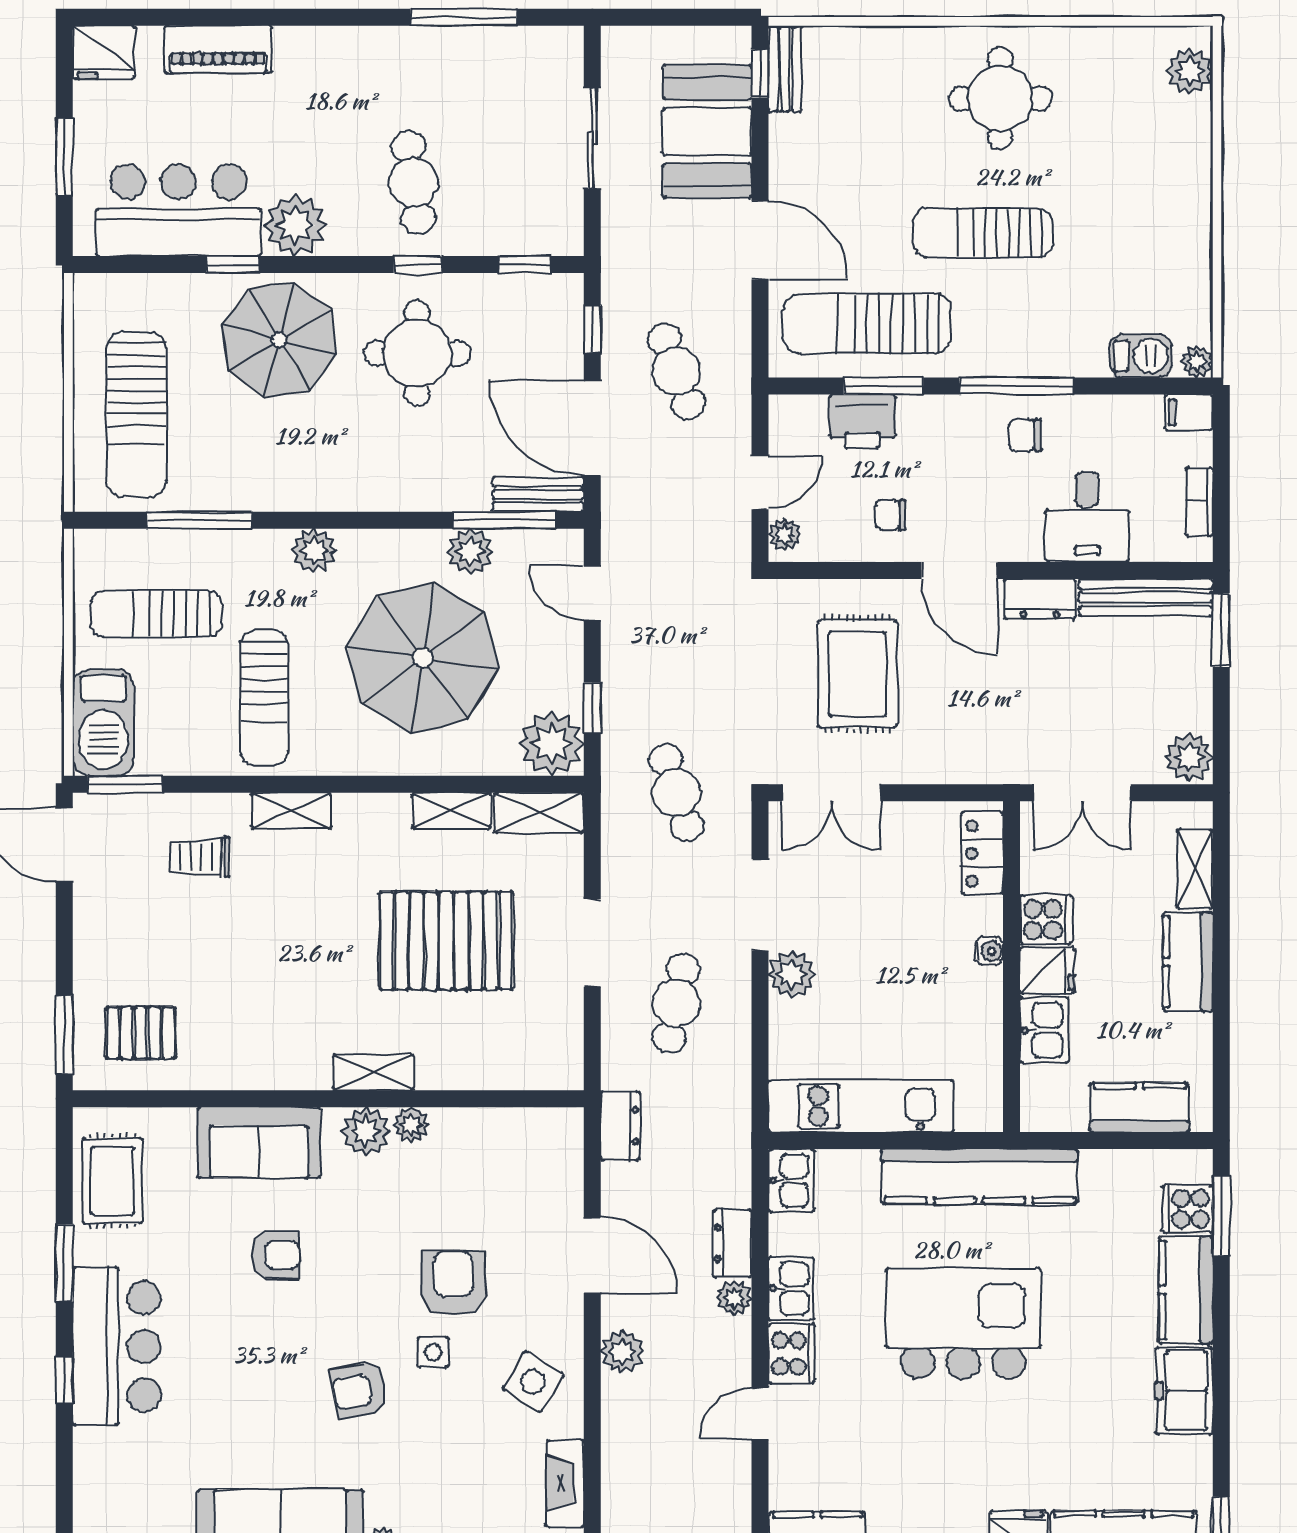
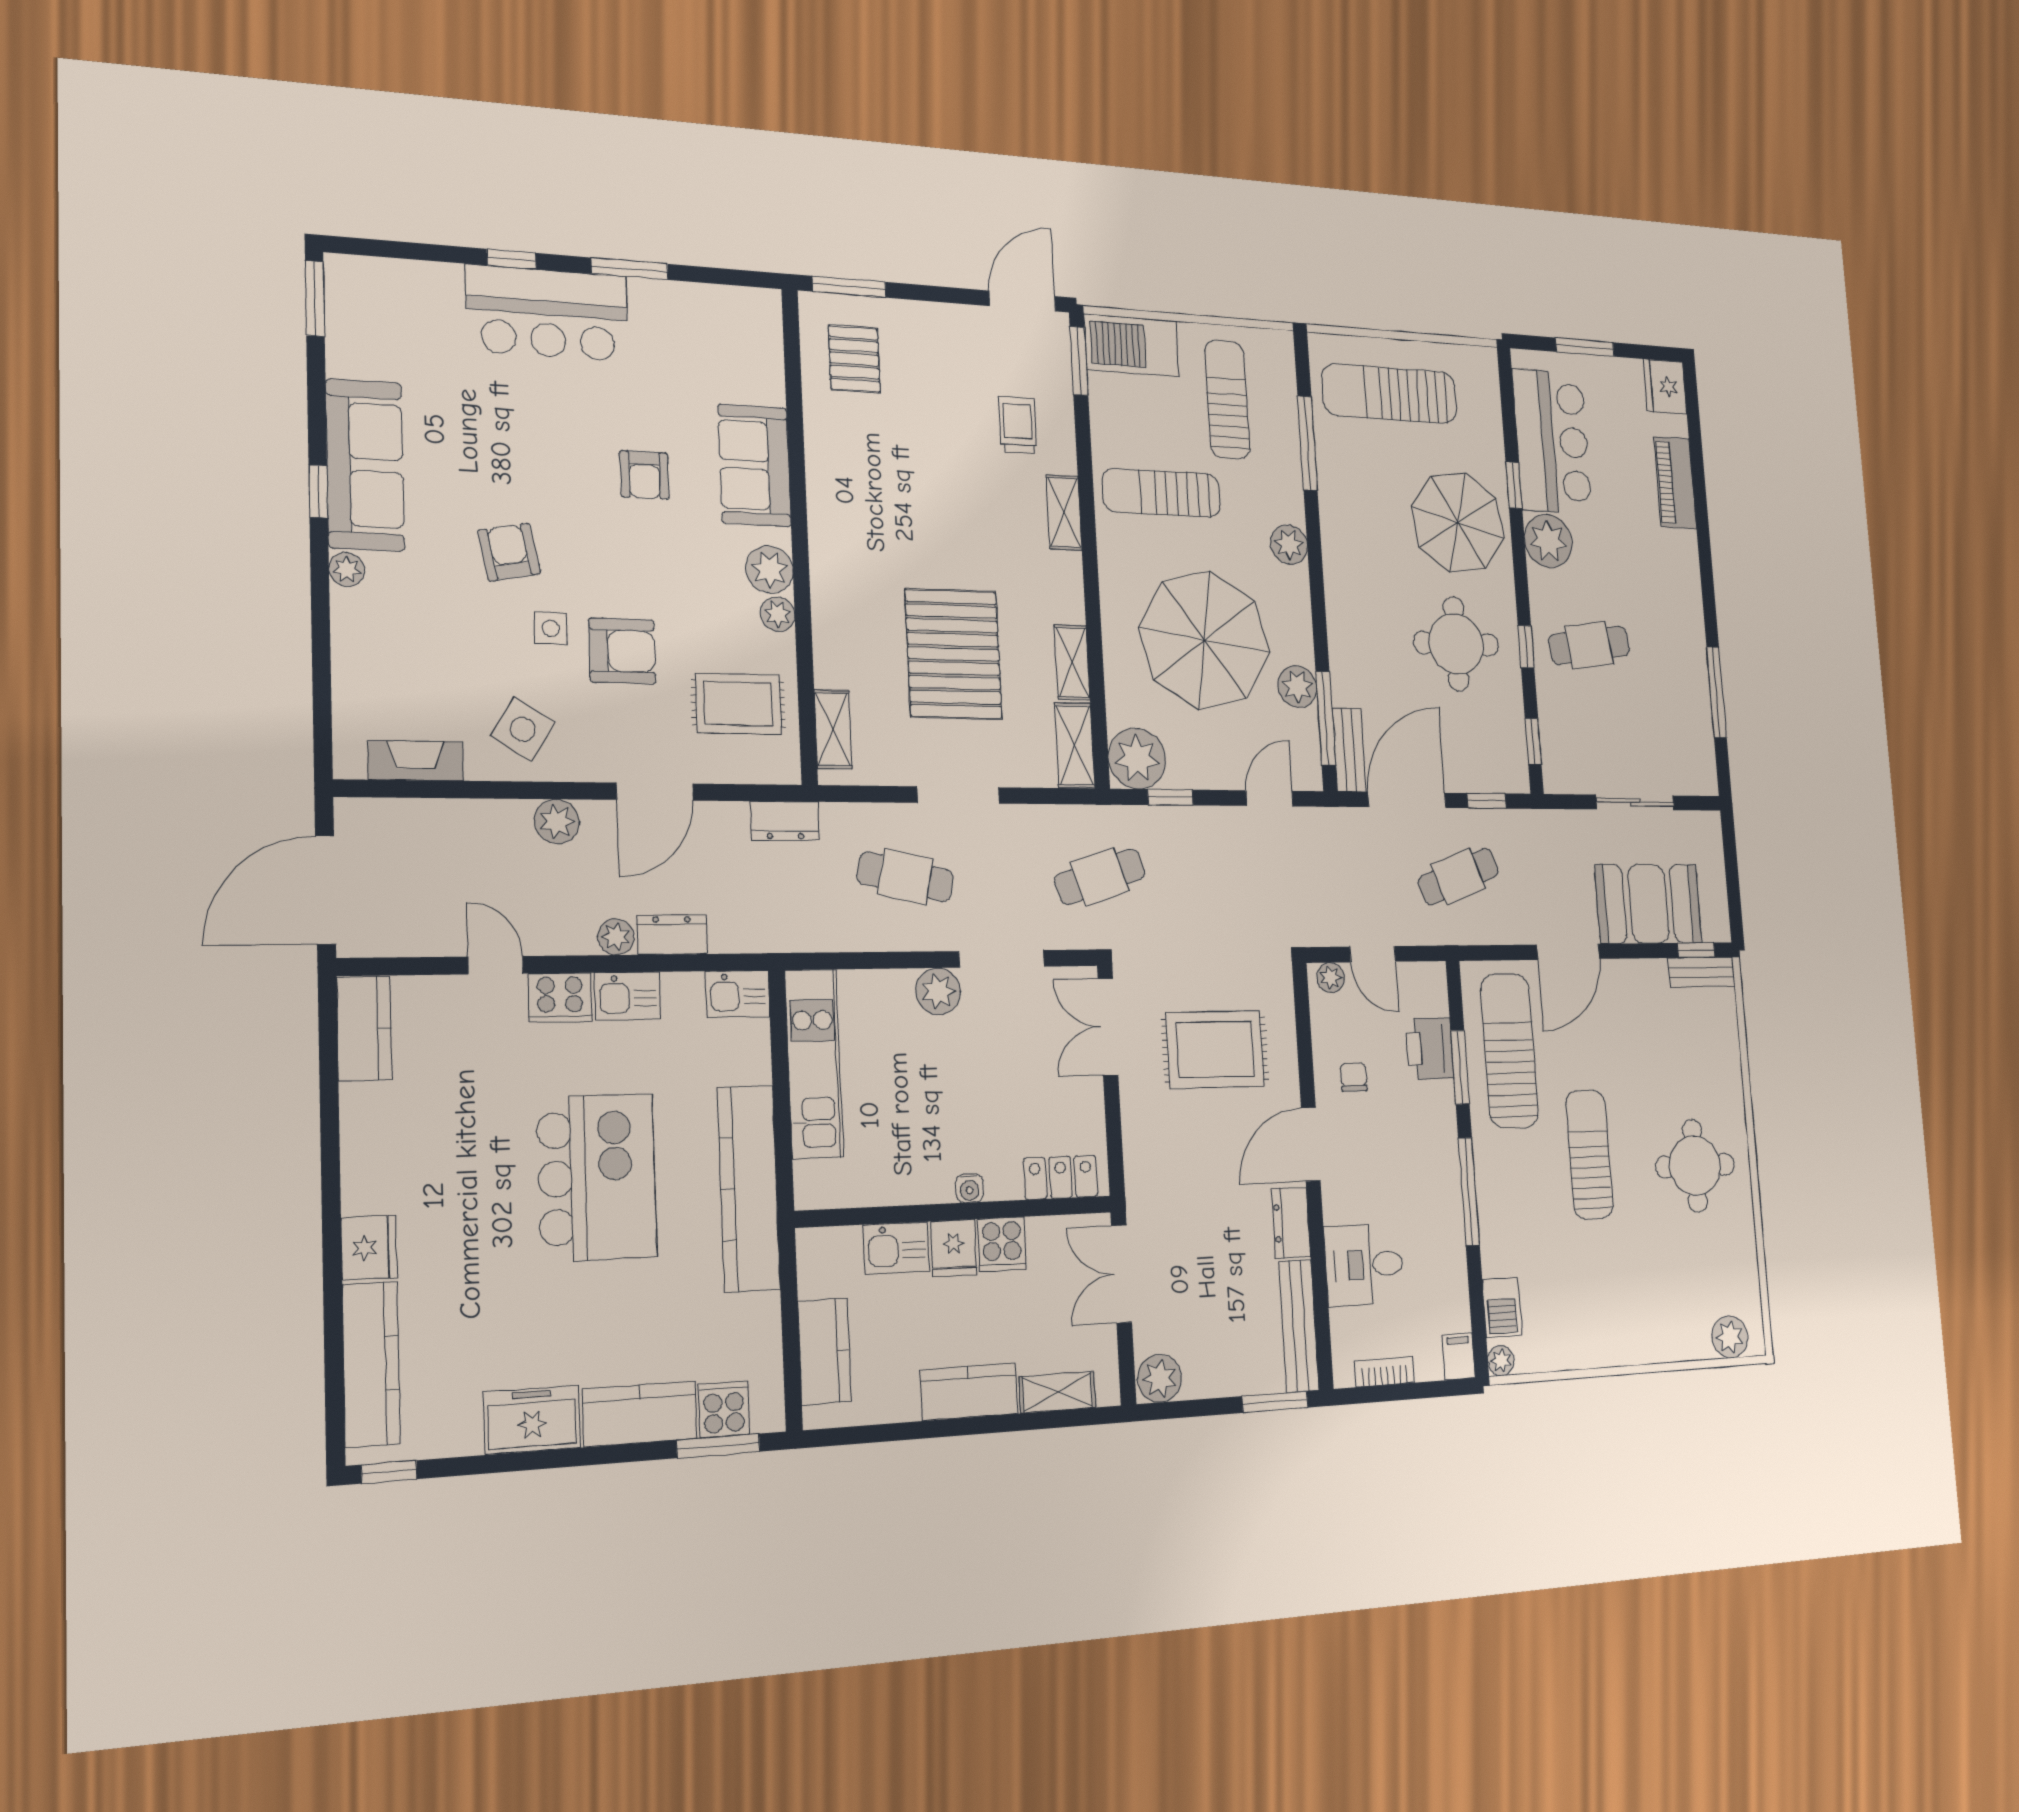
chair: (1025, 435) -> (1429, 1202), removed
shelving: (373, 1072) -> (833, 729), moved
rug: (112, 1181) -> (738, 704), moved

